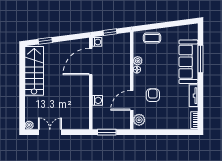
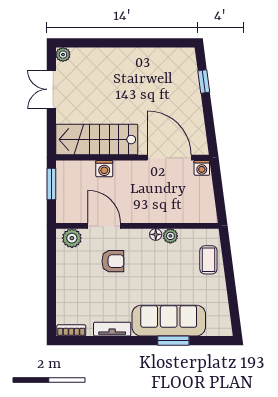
window: (110, 32) -> (218, 190), removed
window: (200, 59) -> (173, 341), width x0.69
stairs: (34, 71) -> (97, 140), moved, turned 180
double door: (50, 132) -> (51, 89), swing flipped

